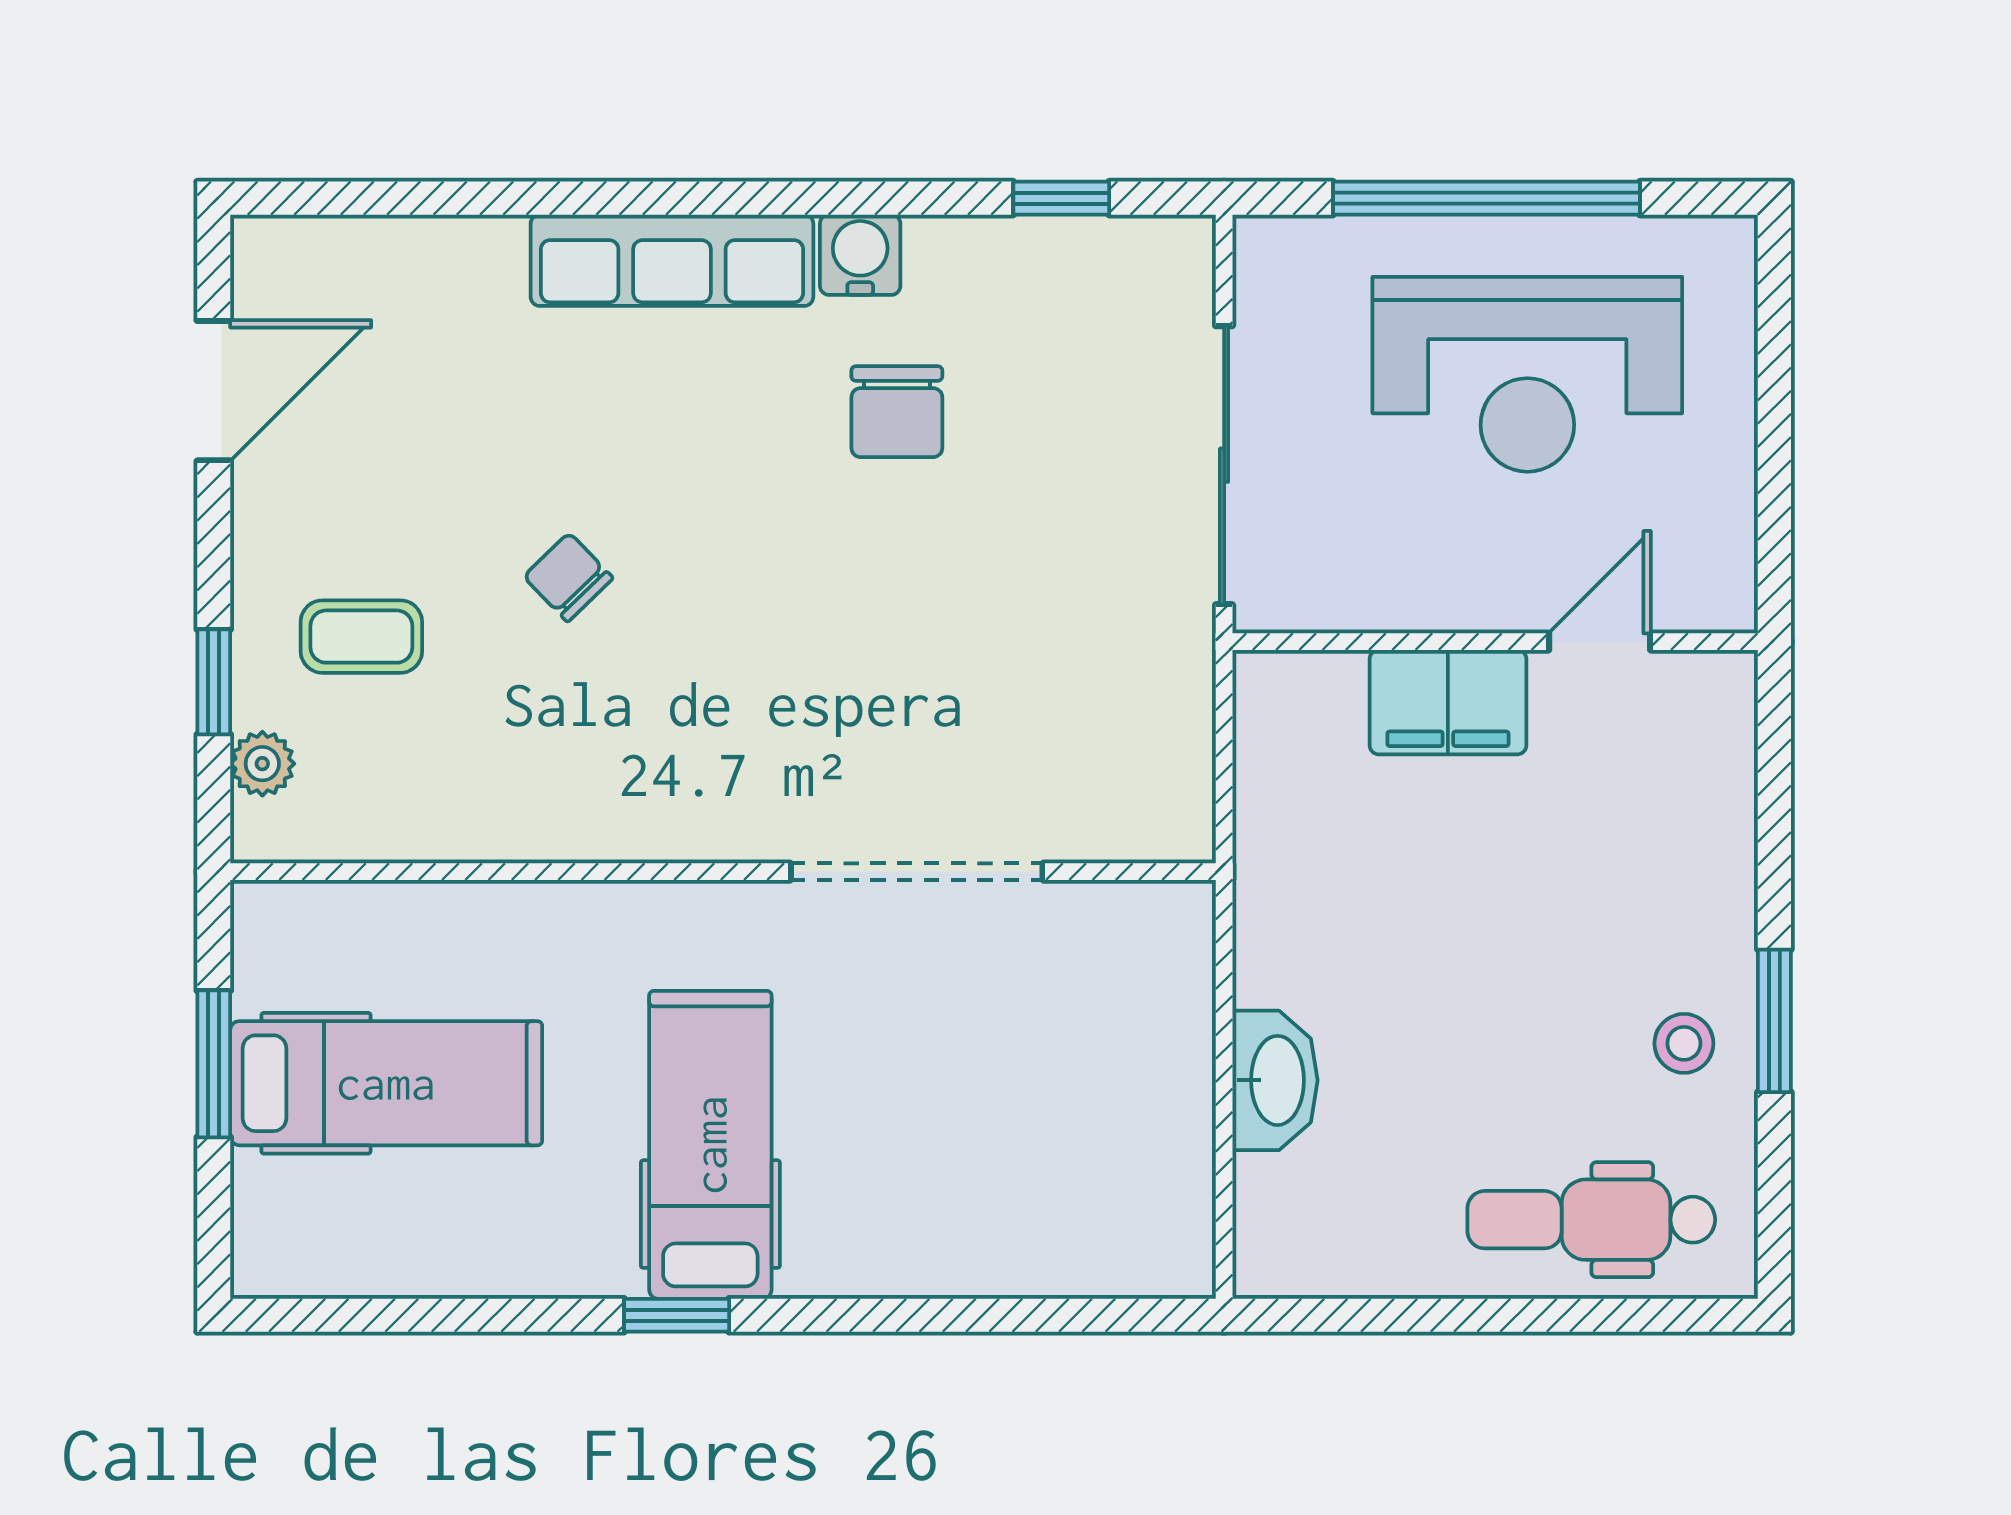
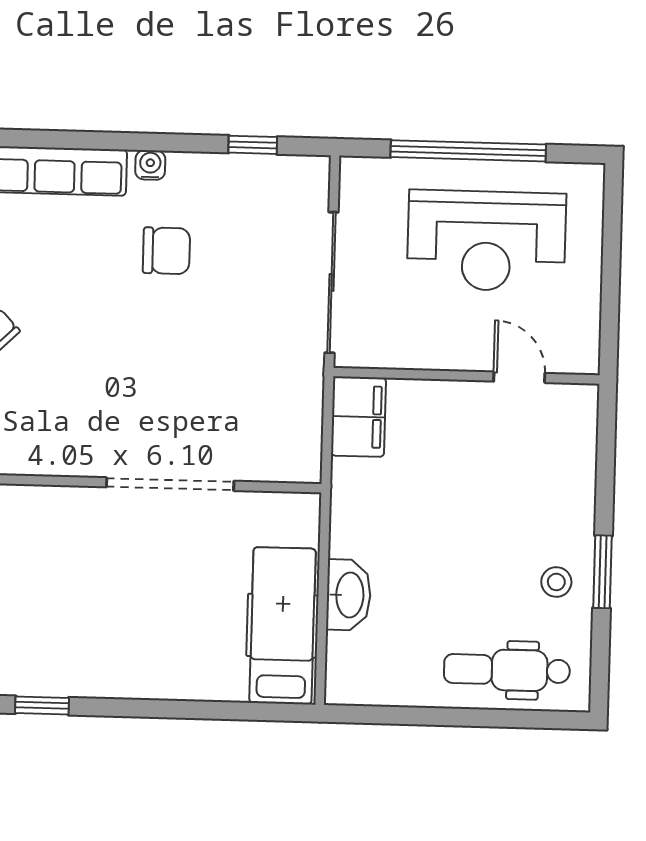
water cooler: (860, 255) -> (150, 165), width x0.72, depth x0.72
chair: (897, 412) -> (166, 251), turned -90
door: (1600, 642) -> (519, 377), hinge flipped
filing cabinet: (1448, 702) -> (358, 417), moved, turned -90
hospital bed: (710, 1145) -> (282, 626), moved

